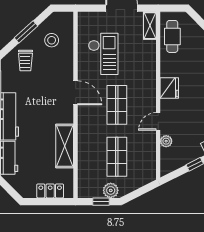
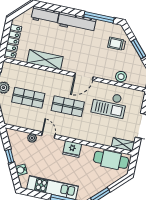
cafe table: (172, 36) -> (111, 160), width x1.37, depth x1.35
stool: (52, 40) -> (121, 77), moved
locker: (50, 191) -> (13, 41), width x1.53

